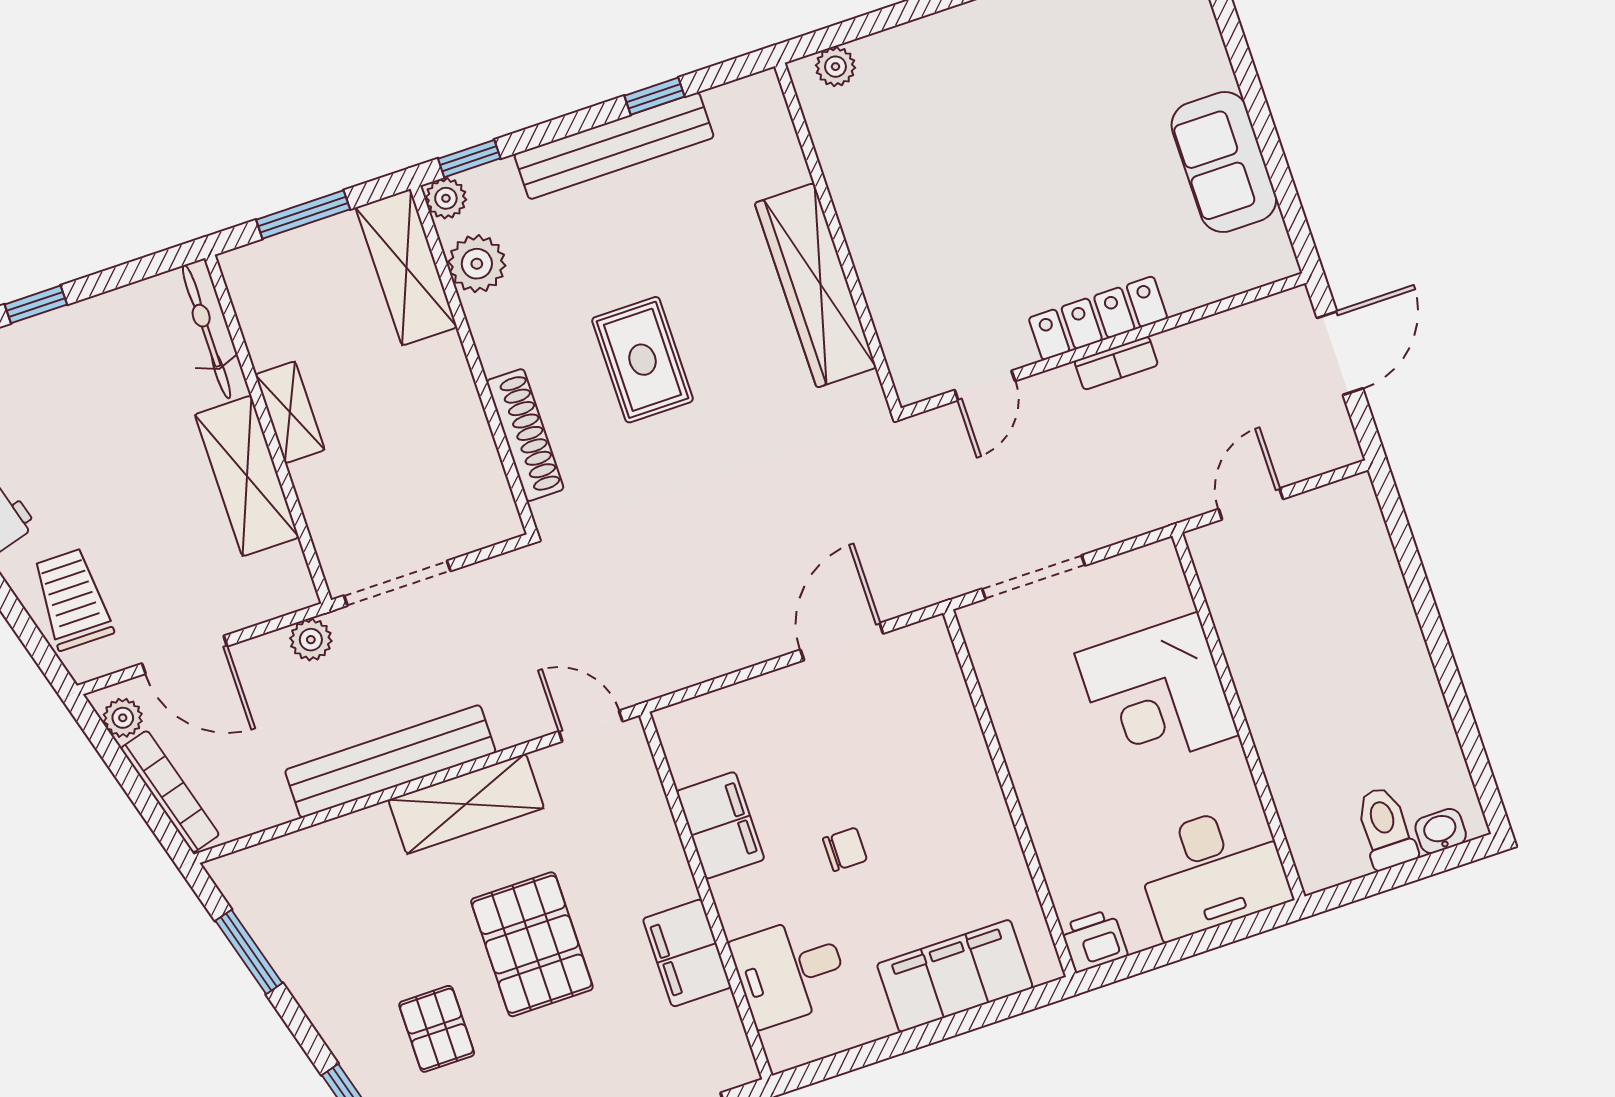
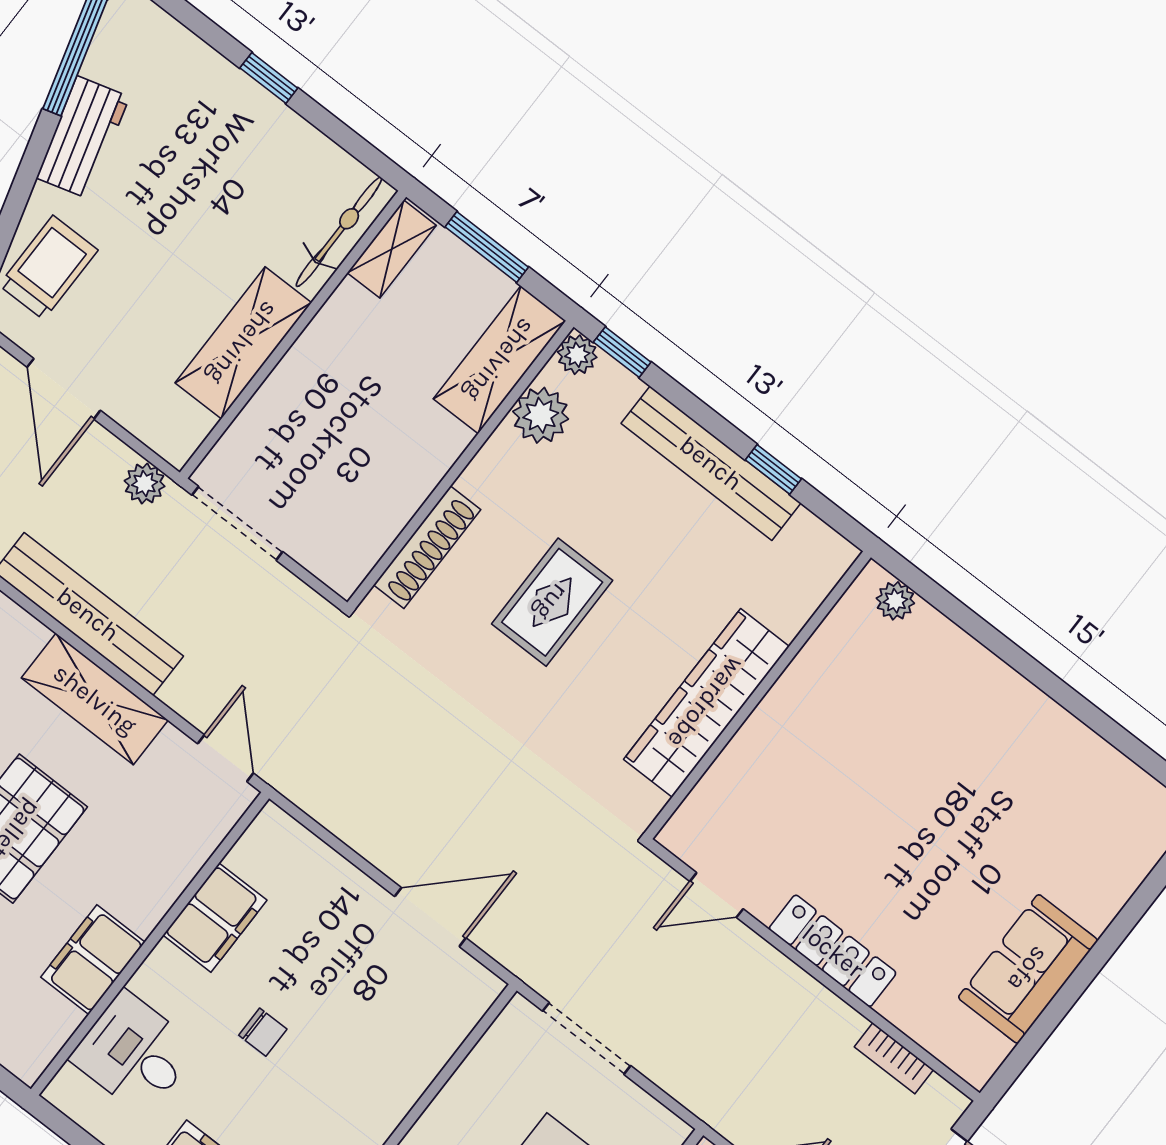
bookcase: (1116, 363) -> (894, 1058), moved
shelving: (290, 412) -> (392, 249), moved

